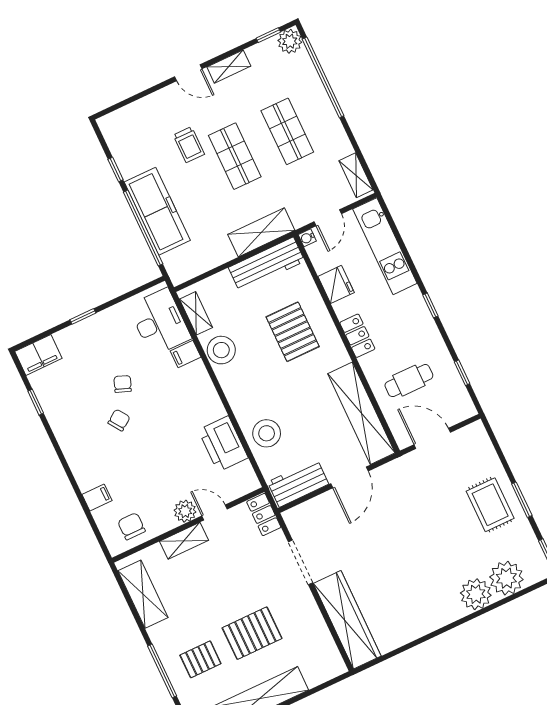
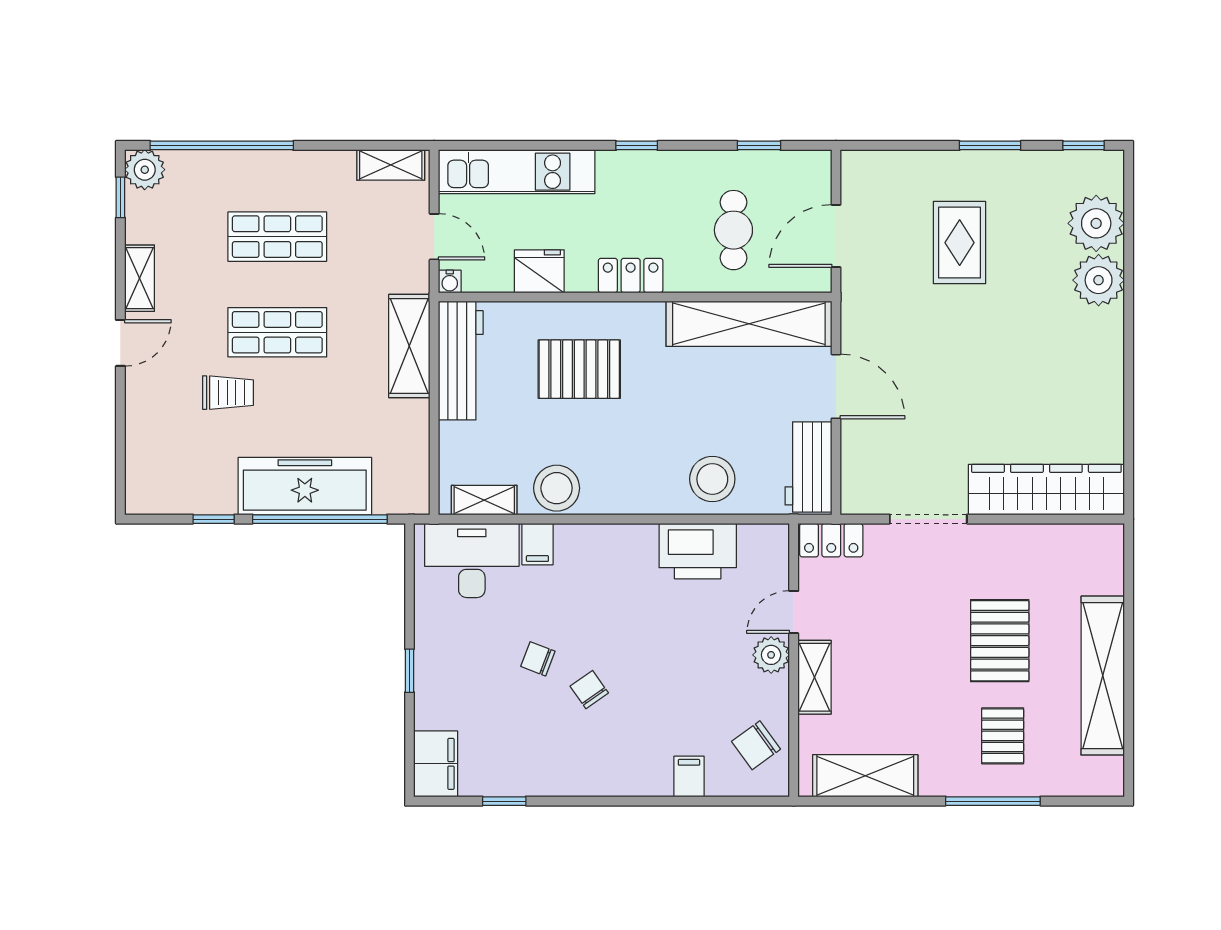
rug: (490, 505) -> (960, 243), moved, turned 90
chair: (131, 526) -> (756, 745), turned -36

